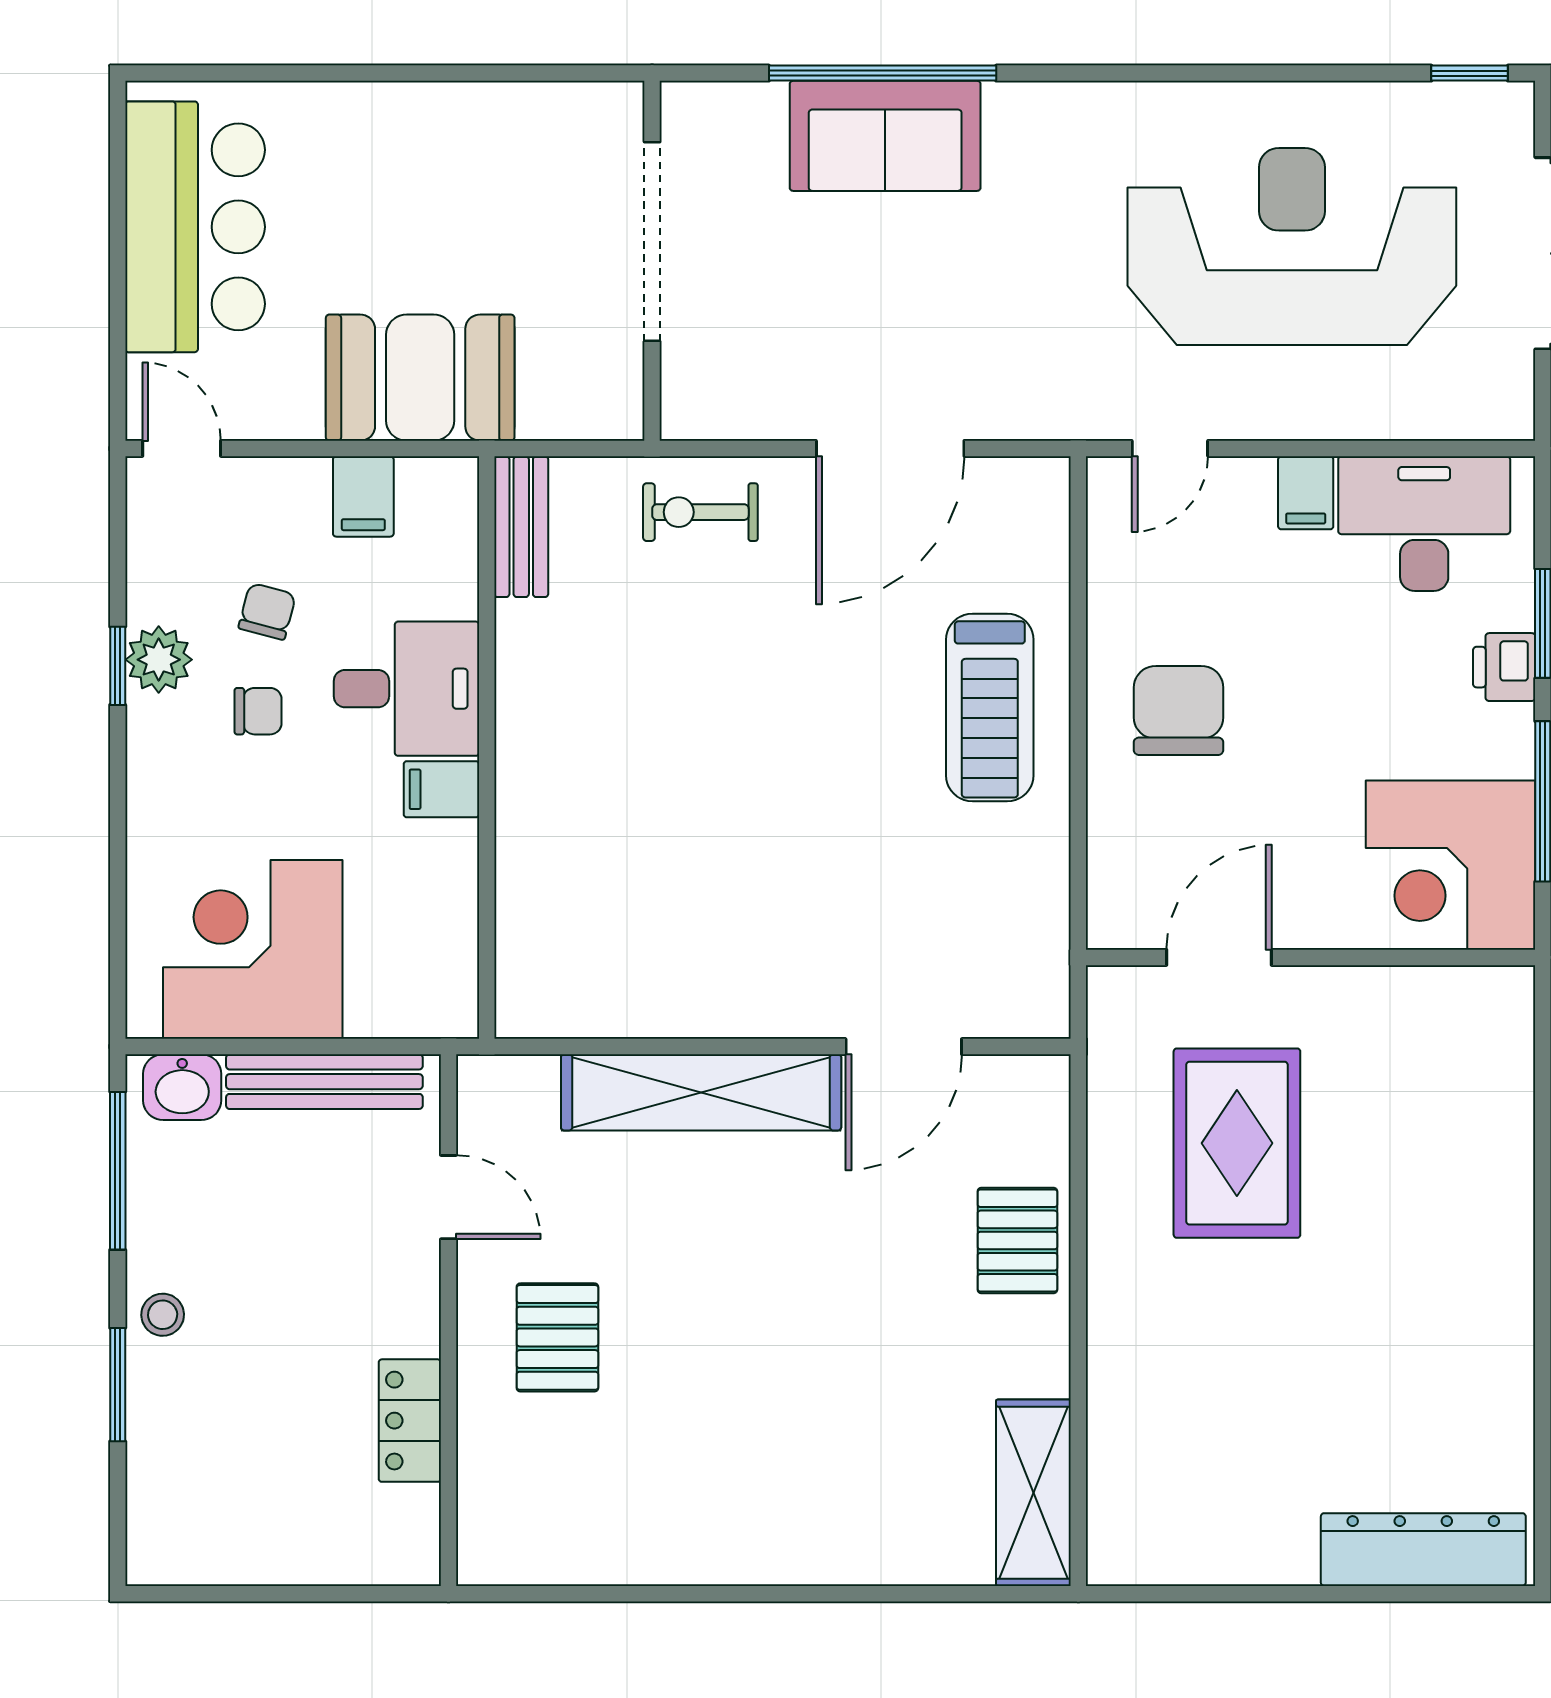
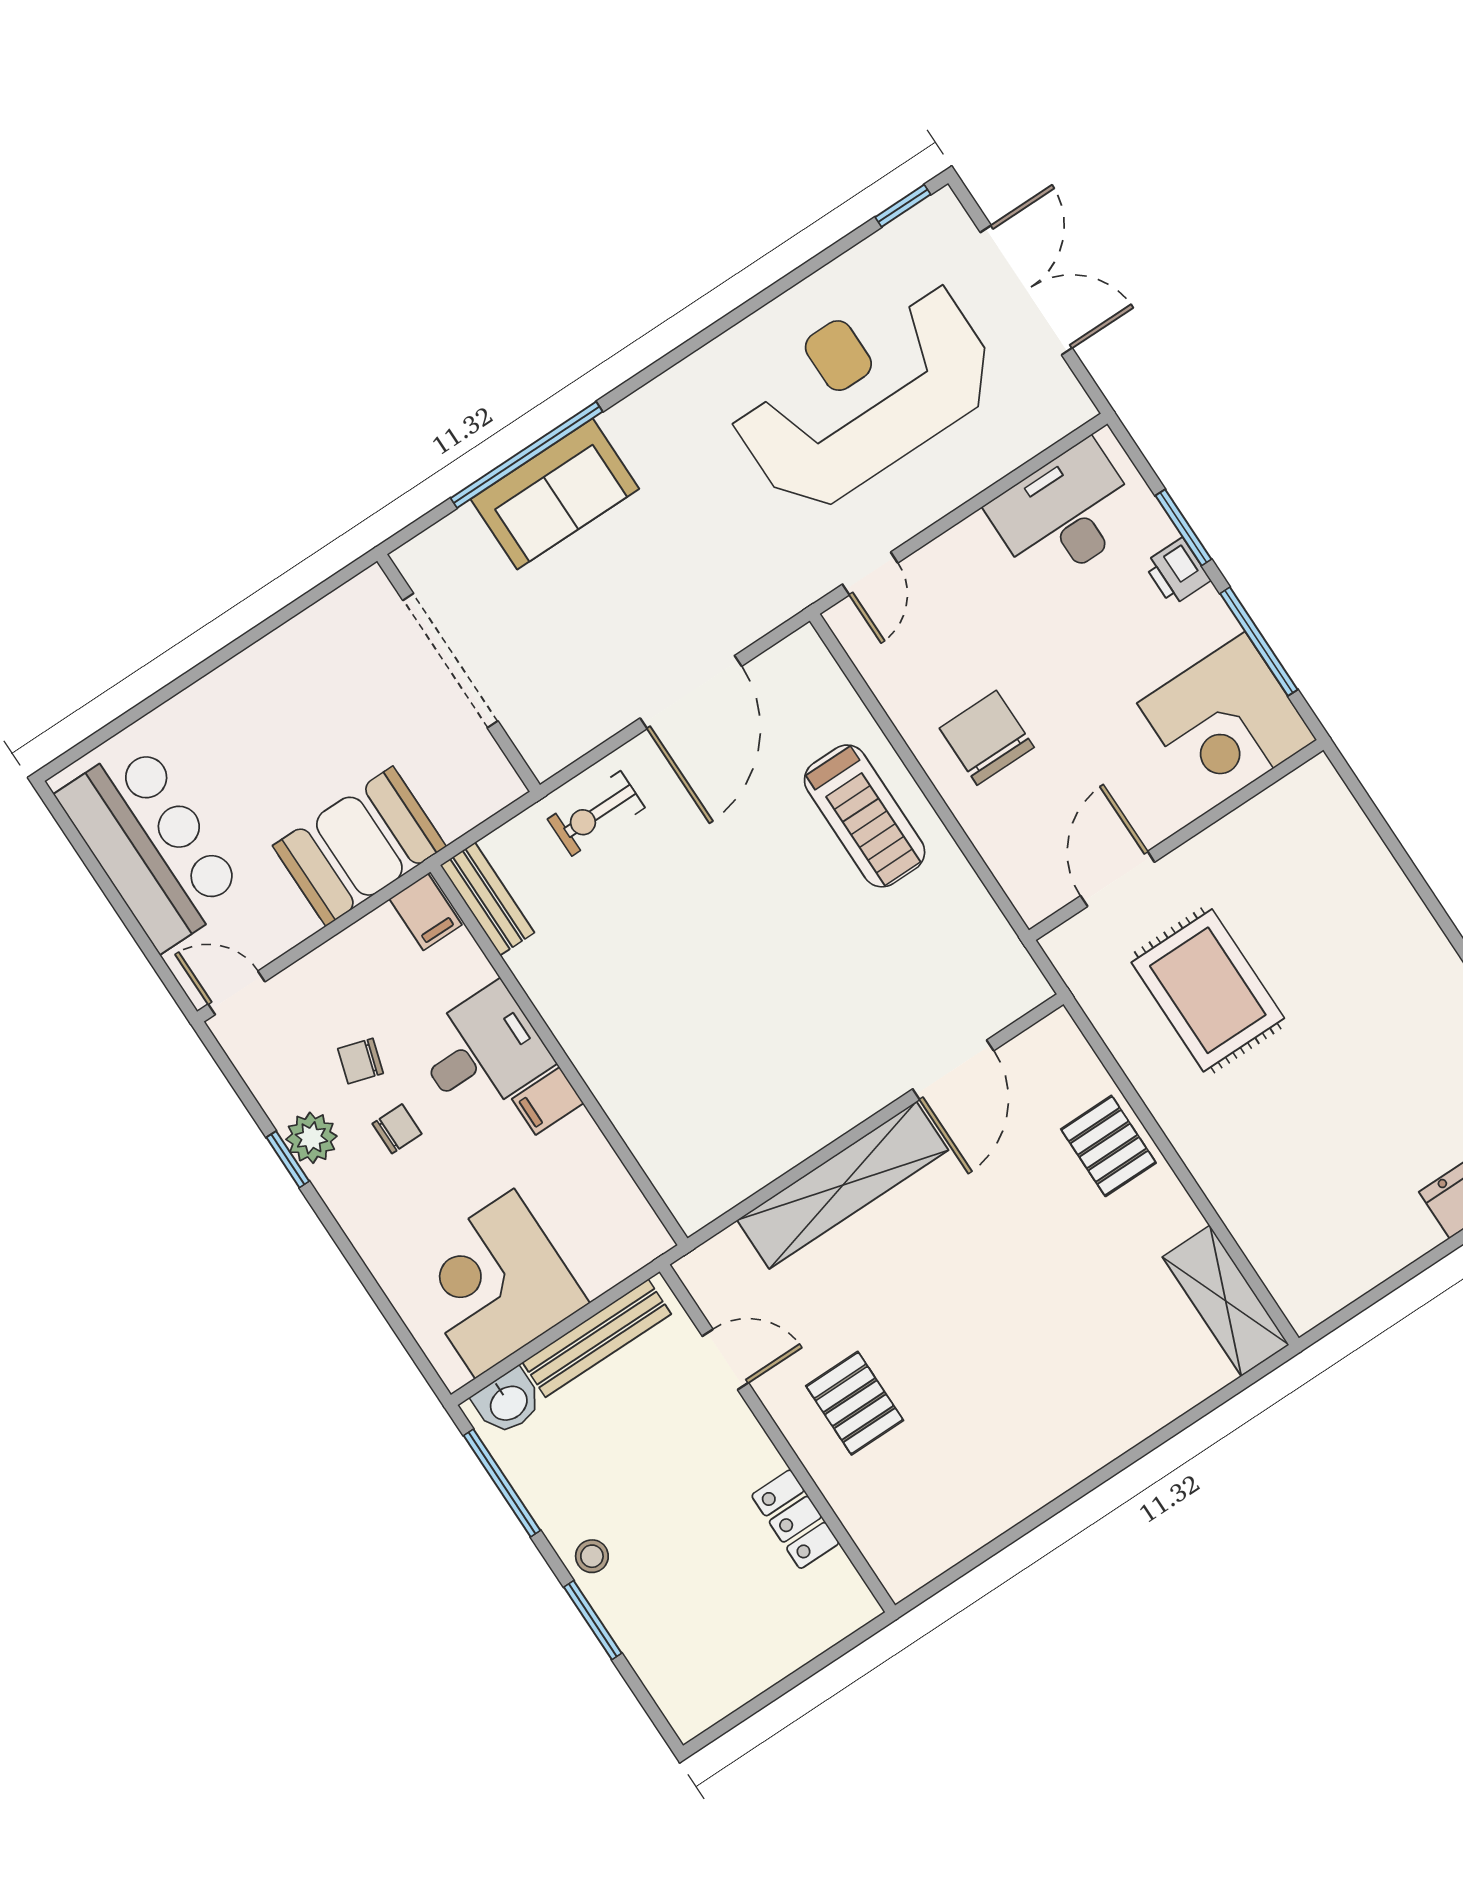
filing cabinet: (1306, 493) -> (976, 544), removed
filing cabinet: (363, 496) -> (426, 912), moved
chair: (267, 611) -> (360, 1061), turned -88

